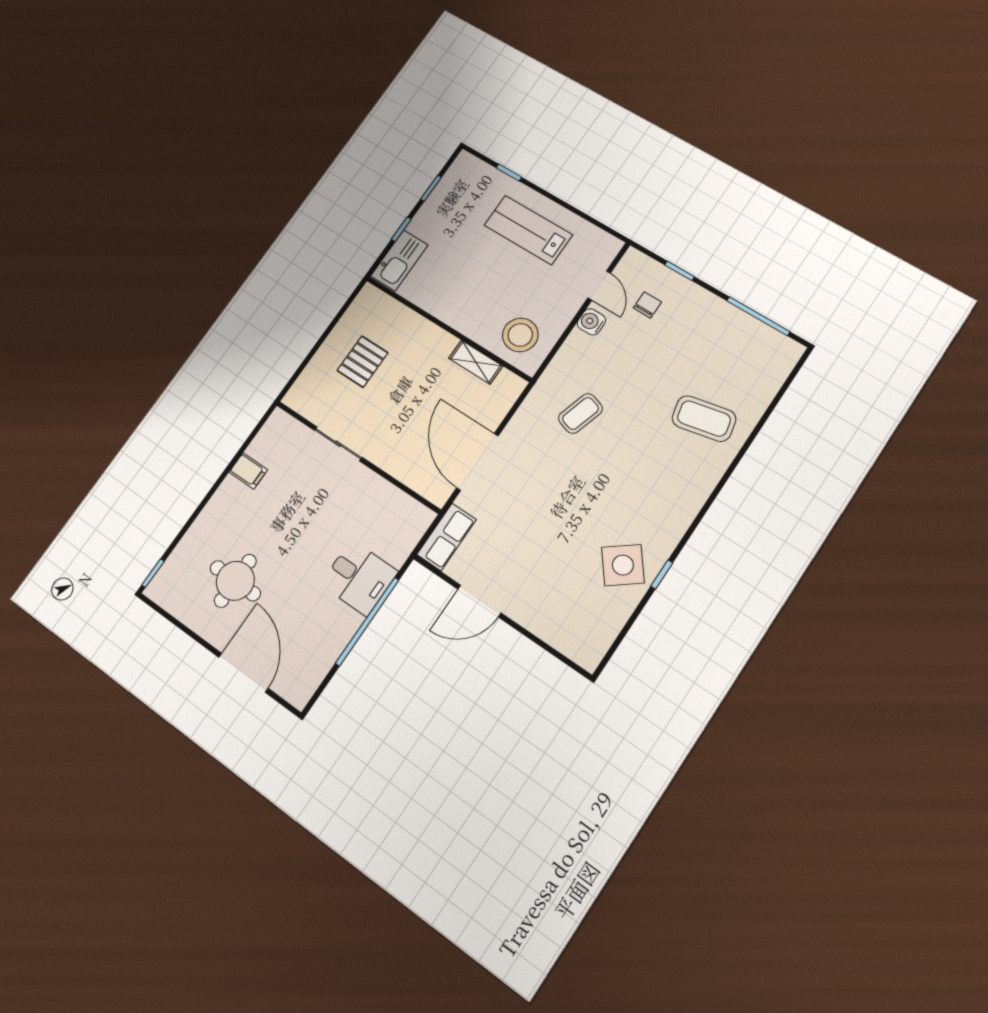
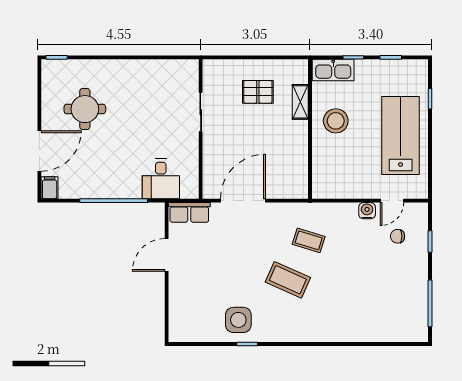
lab bench: (528, 230) -> (401, 135), width x1.36, depth x1.39
chair: (647, 305) -> (398, 236), turned 180
stool: (520, 335) -> (336, 121), moved
shelving: (476, 362) -> (300, 102), moved
coffee table: (704, 419) -> (288, 280), moved, turned -54
filing cabinet: (248, 471) -> (50, 188), moved, turned 180
side table: (623, 565) -> (238, 320), turned 38
desk: (359, 578) -> (161, 179), moved
door: (479, 601) -> (167, 255), hinge flipped

